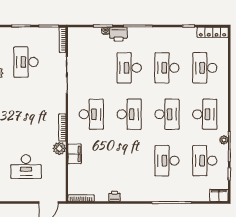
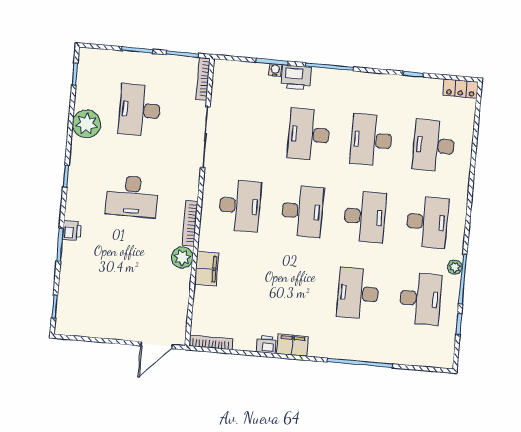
locker: (213, 32) -> (461, 89), width x0.66
desk: (205, 161) -> (420, 299), turned 180
desk: (26, 167) -> (132, 196), moved
filing cabinet: (219, 195) -> (292, 345), moved

